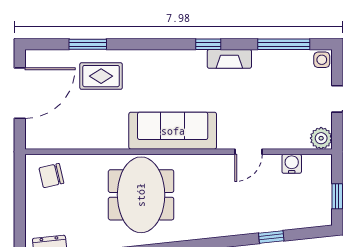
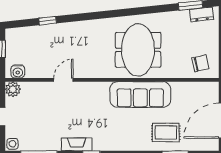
sofa: (173, 131) -> (140, 94), moved
water cooler: (292, 164) -> (18, 71), moved

